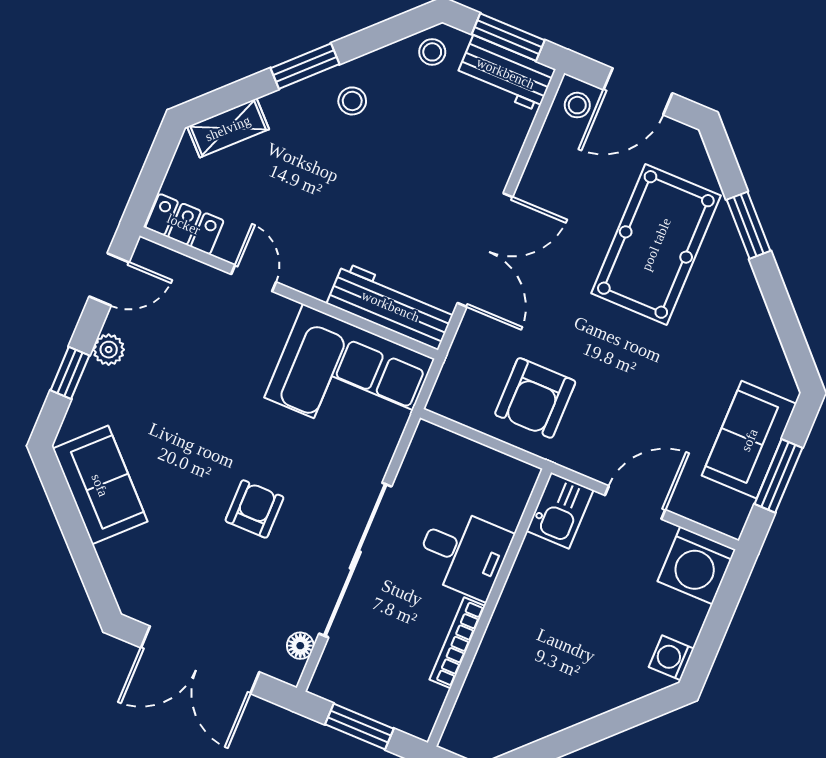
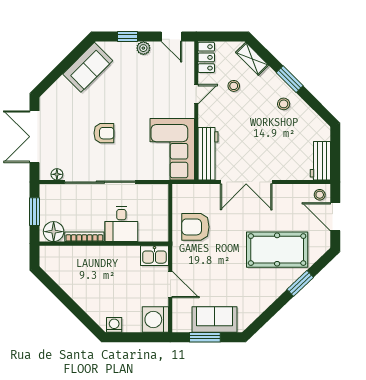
window: (508, 37) -> (335, 156), removed
stool: (432, 52) -> (234, 86), moved
floor lamp: (419, 704) -> (54, 232), added

